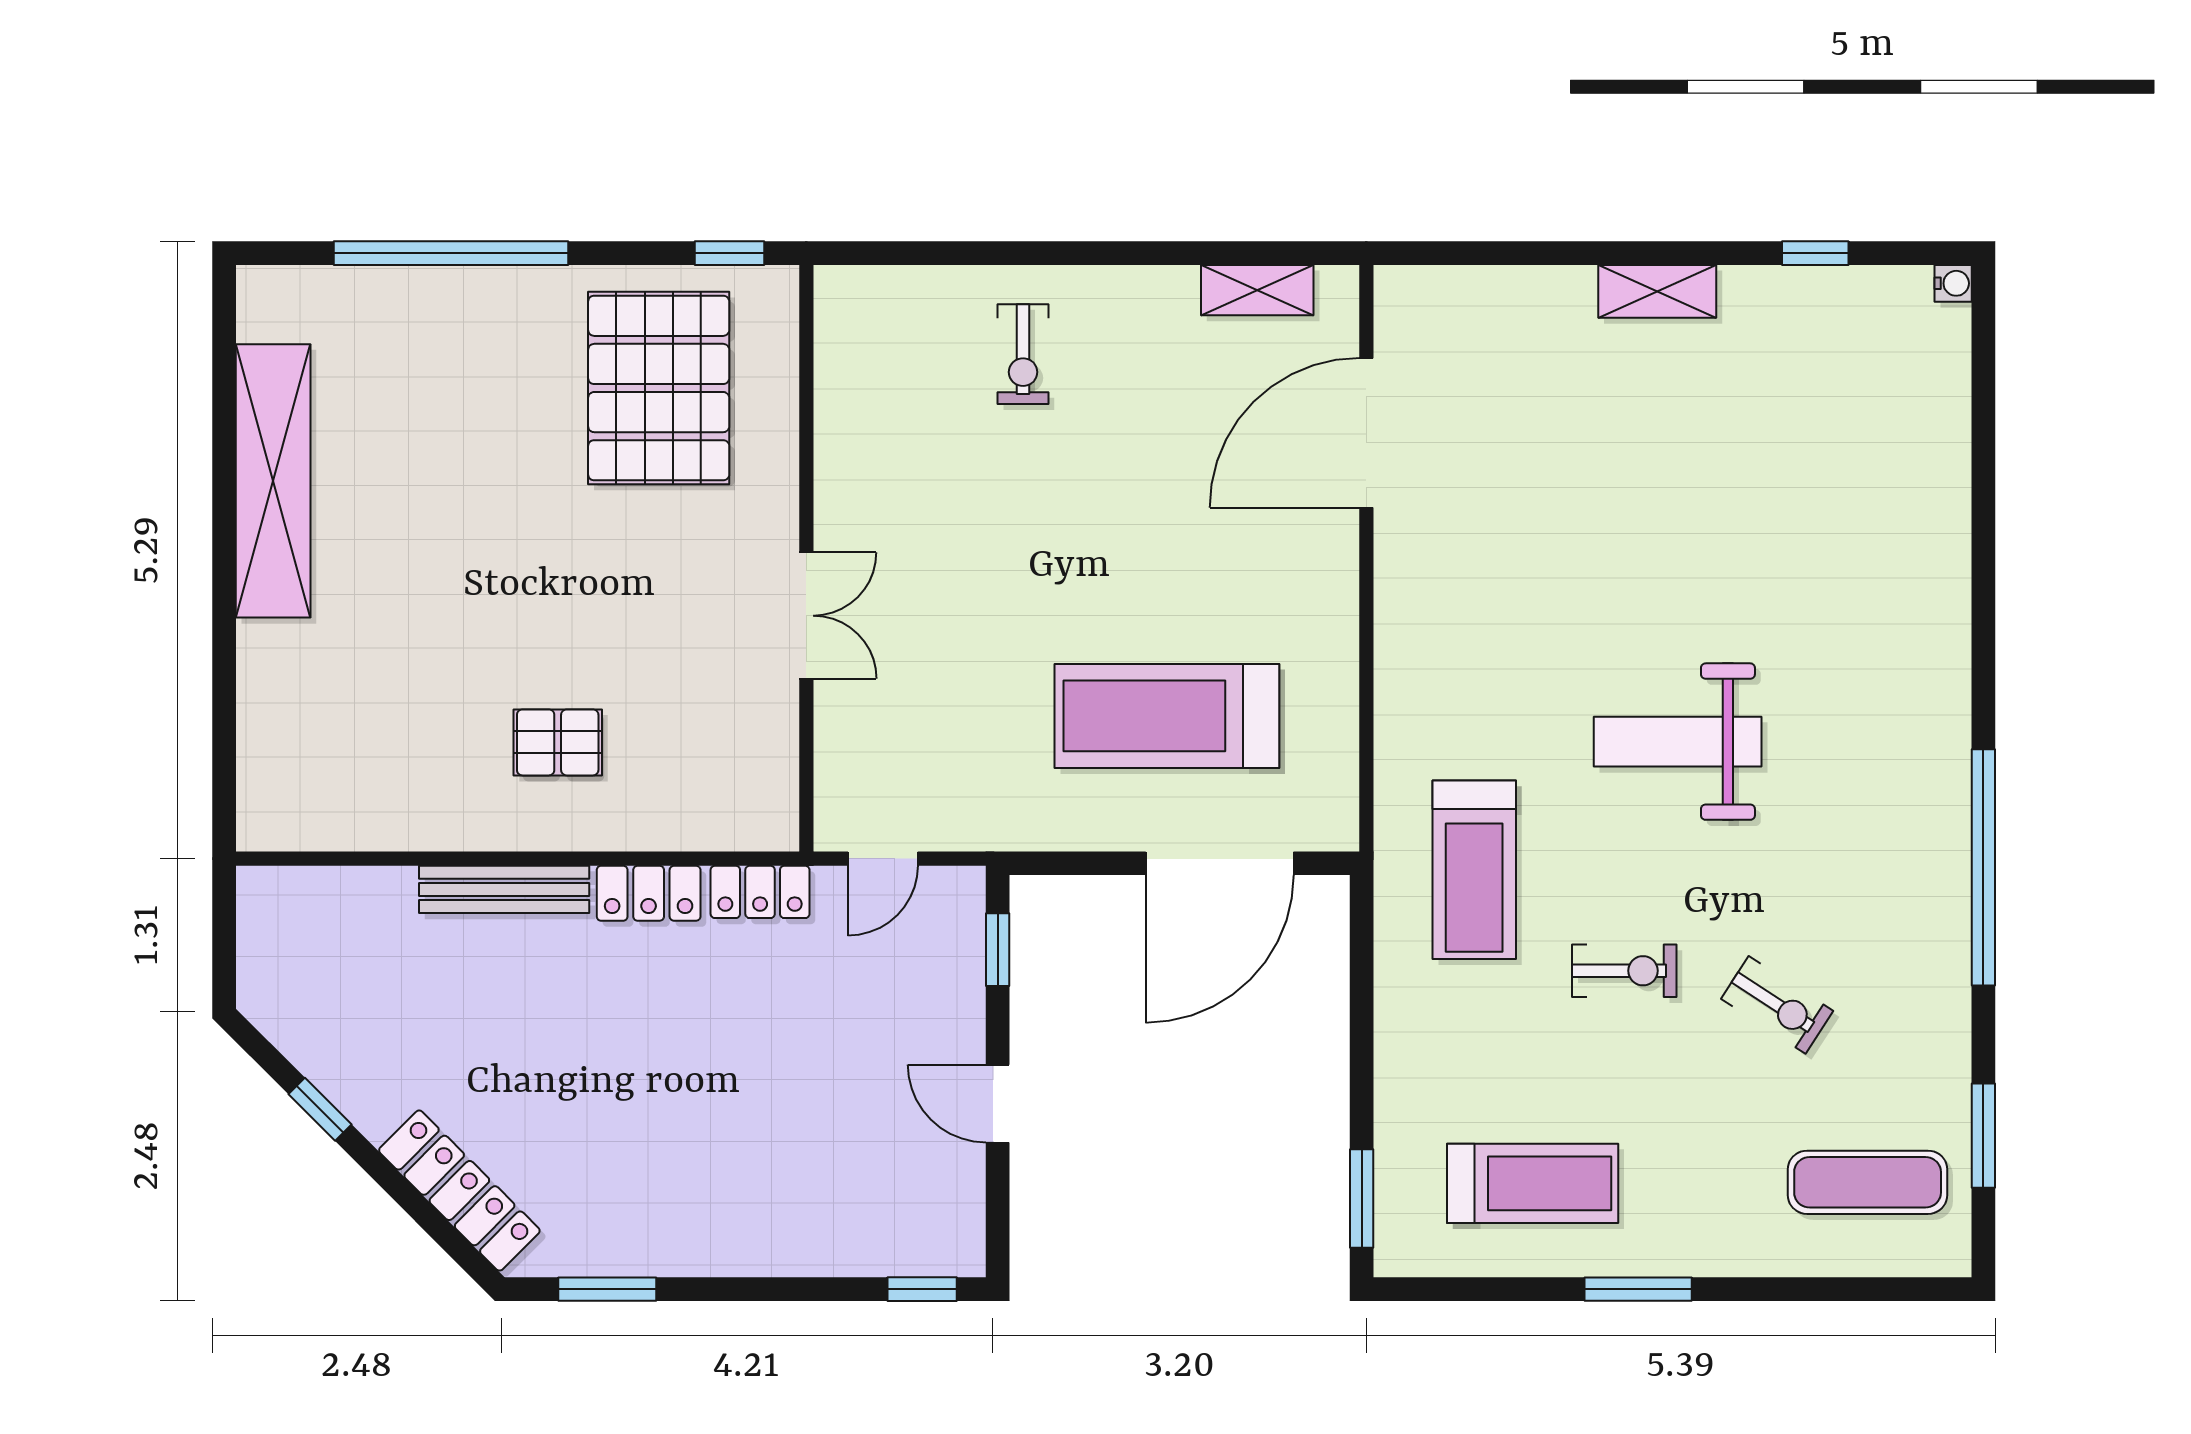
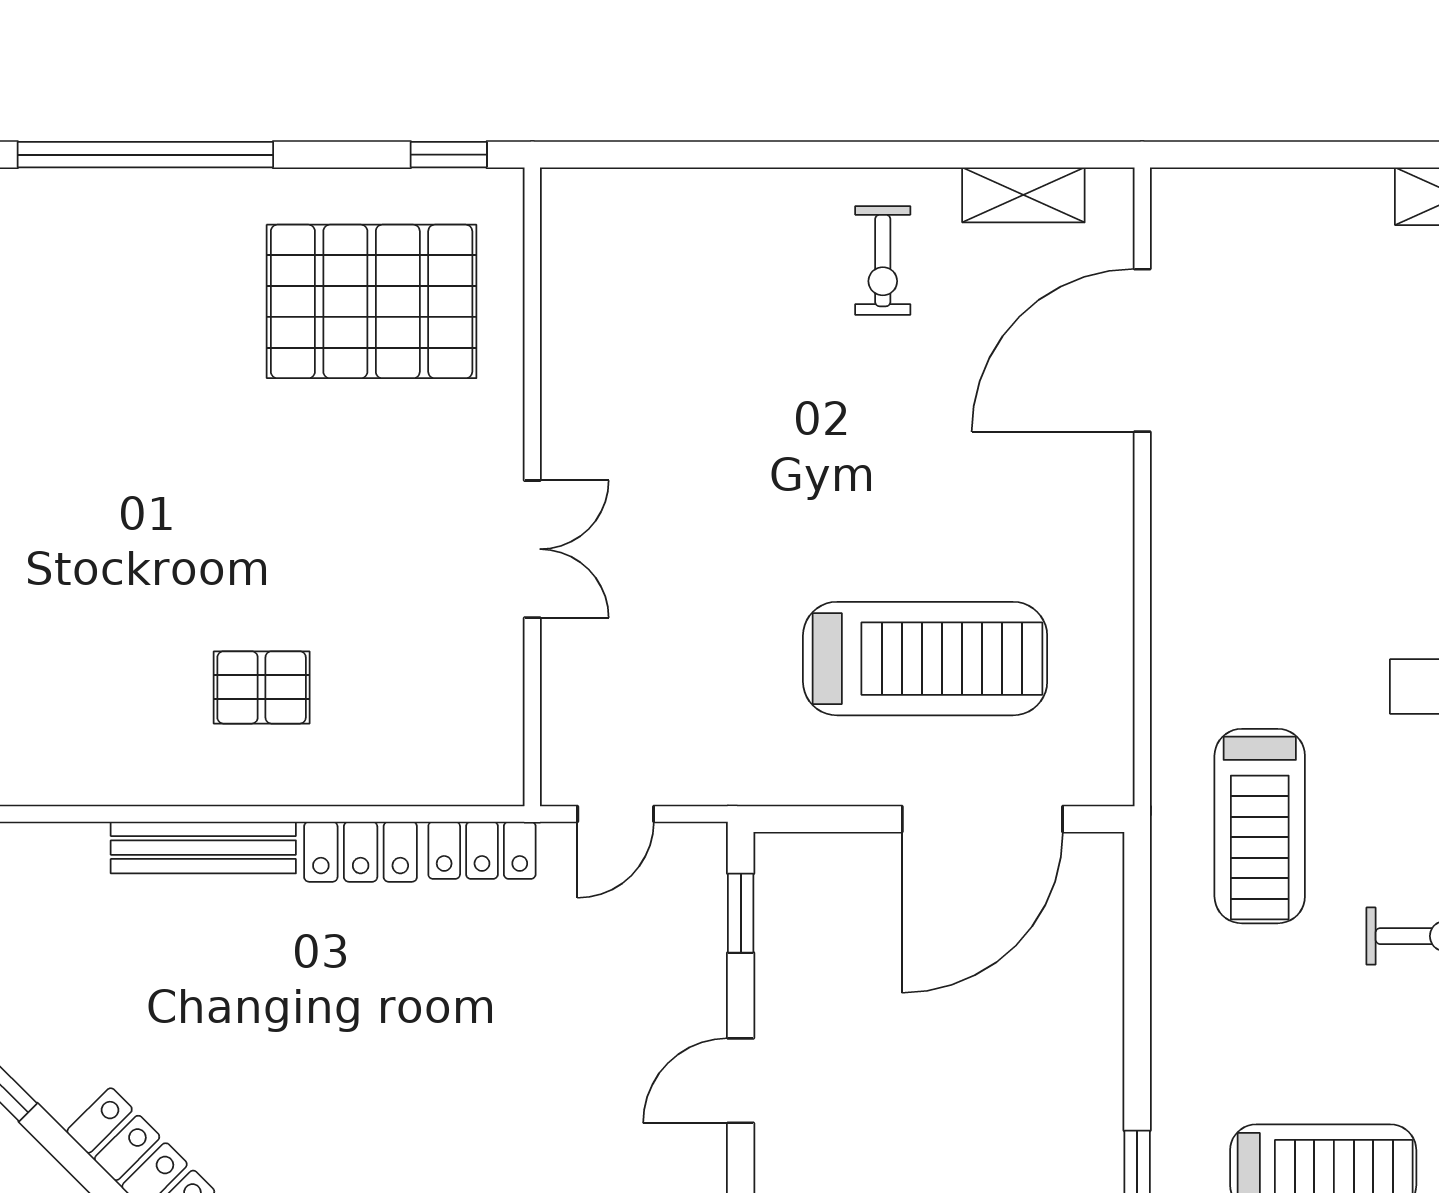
exercise bike: (1023, 354) -> (883, 261), moved
pallet: (659, 388) -> (372, 301), turned 90
treadmill: (1167, 716) -> (925, 659), turned 180
door: (998, 1104) -> (741, 1081), hinge flipped

